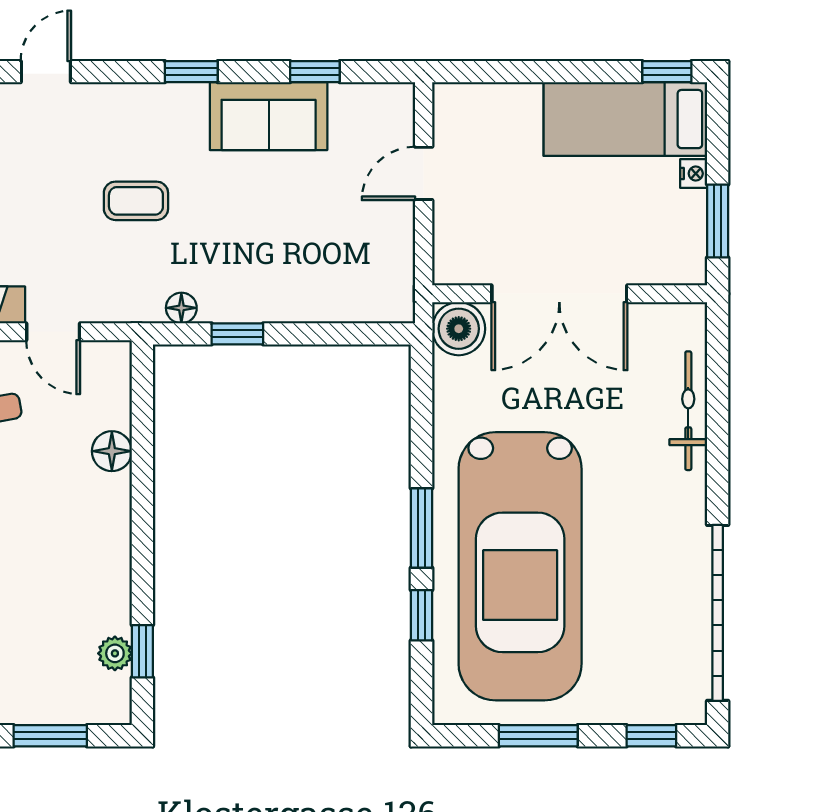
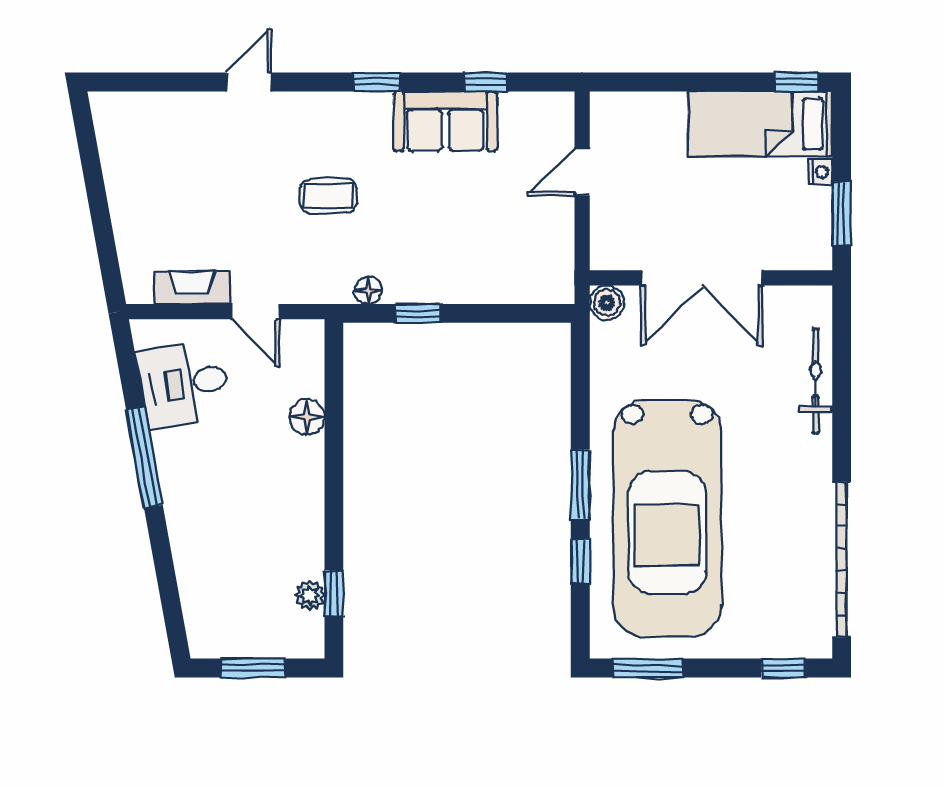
boiler: (459, 329) -> (607, 303), width x0.73, depth x0.73
window: (538, 736) -> (648, 668), moved

